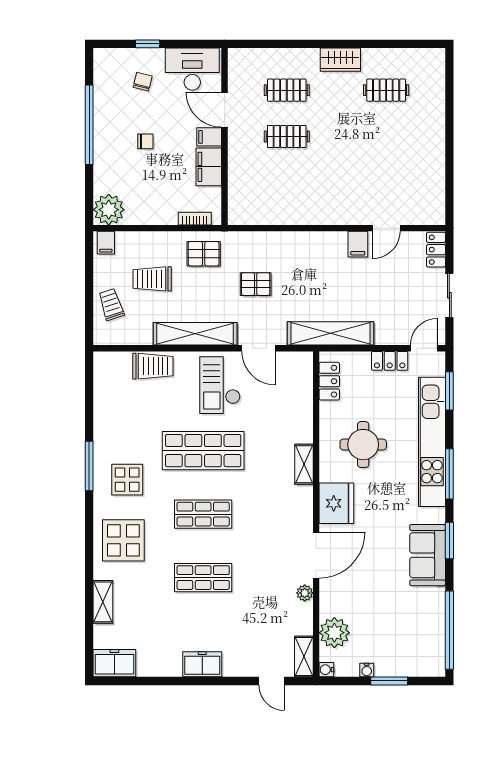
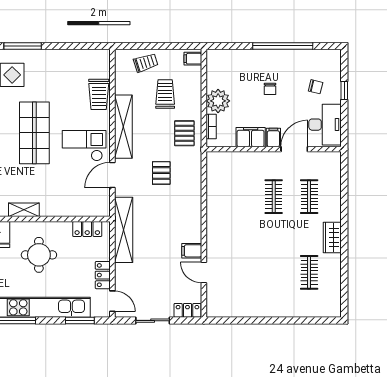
plant: (109, 210) -> (218, 101), moved

